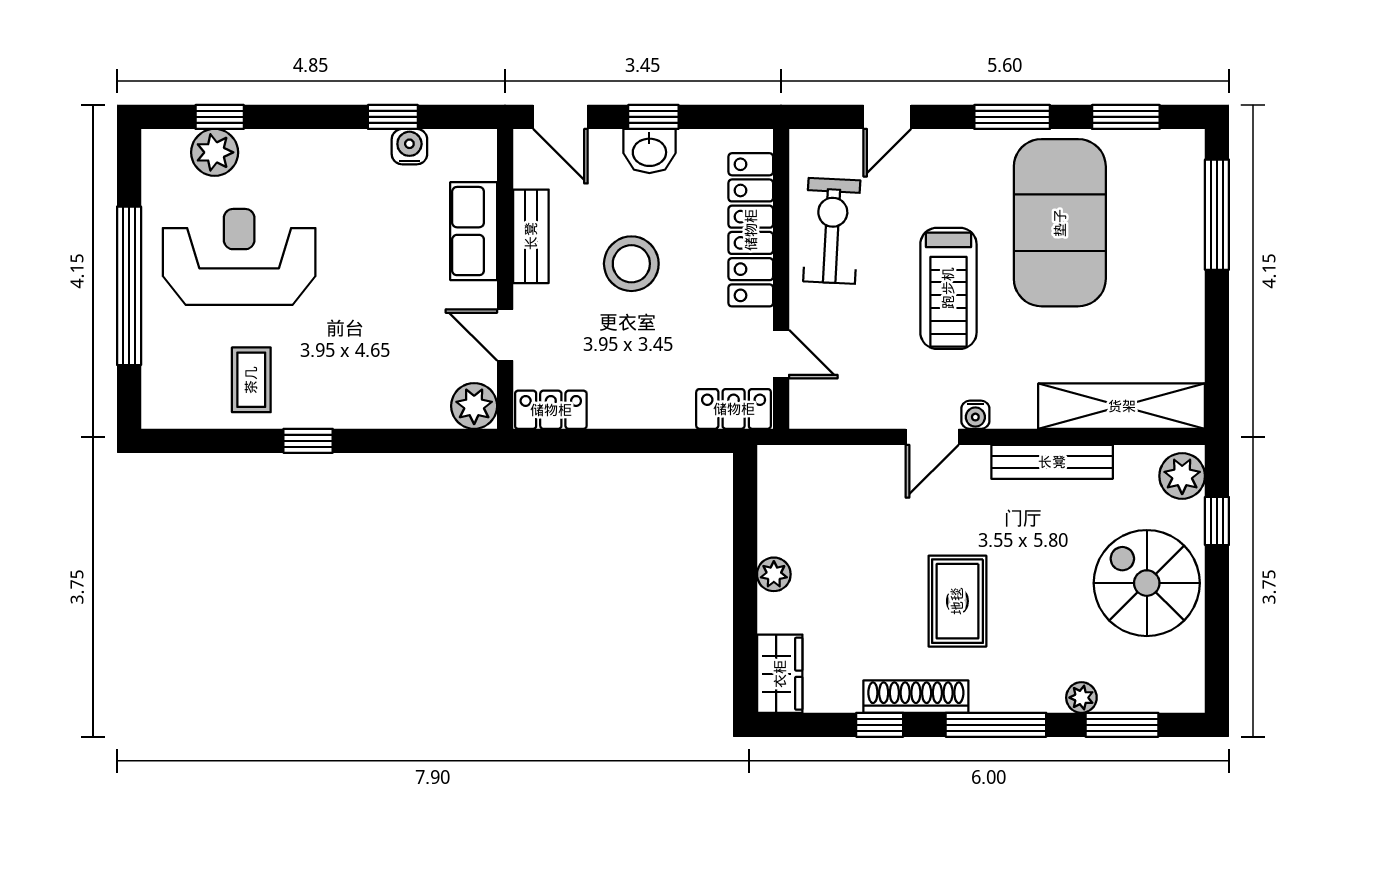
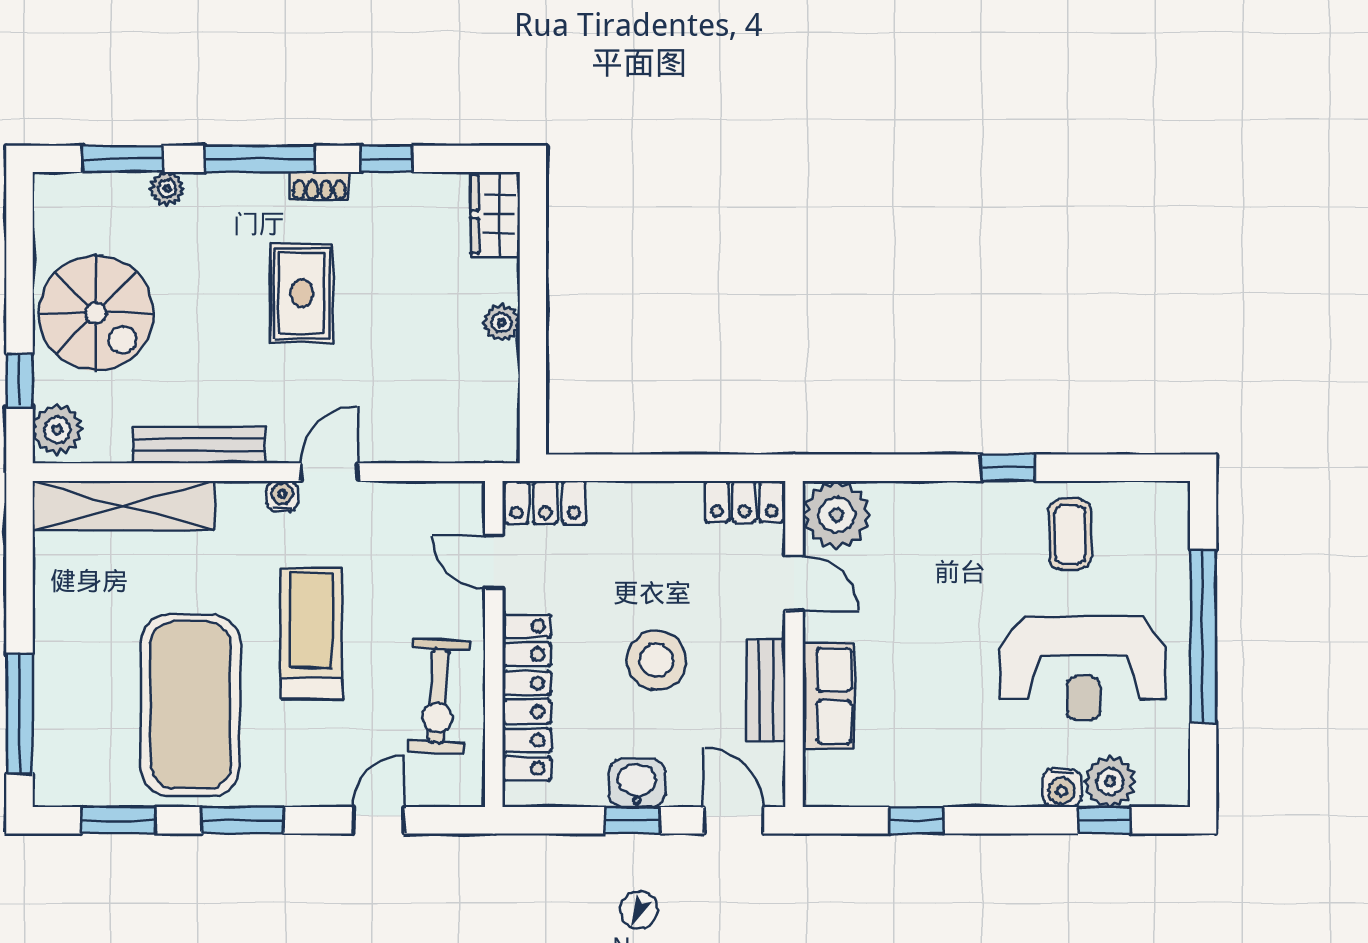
water cooler: (409, 147) -> (1062, 788), moved
plant: (474, 406) -> (837, 515), width x1.36, depth x1.36
shoe rack: (916, 697) -> (319, 186), width x0.51, depth x0.81

